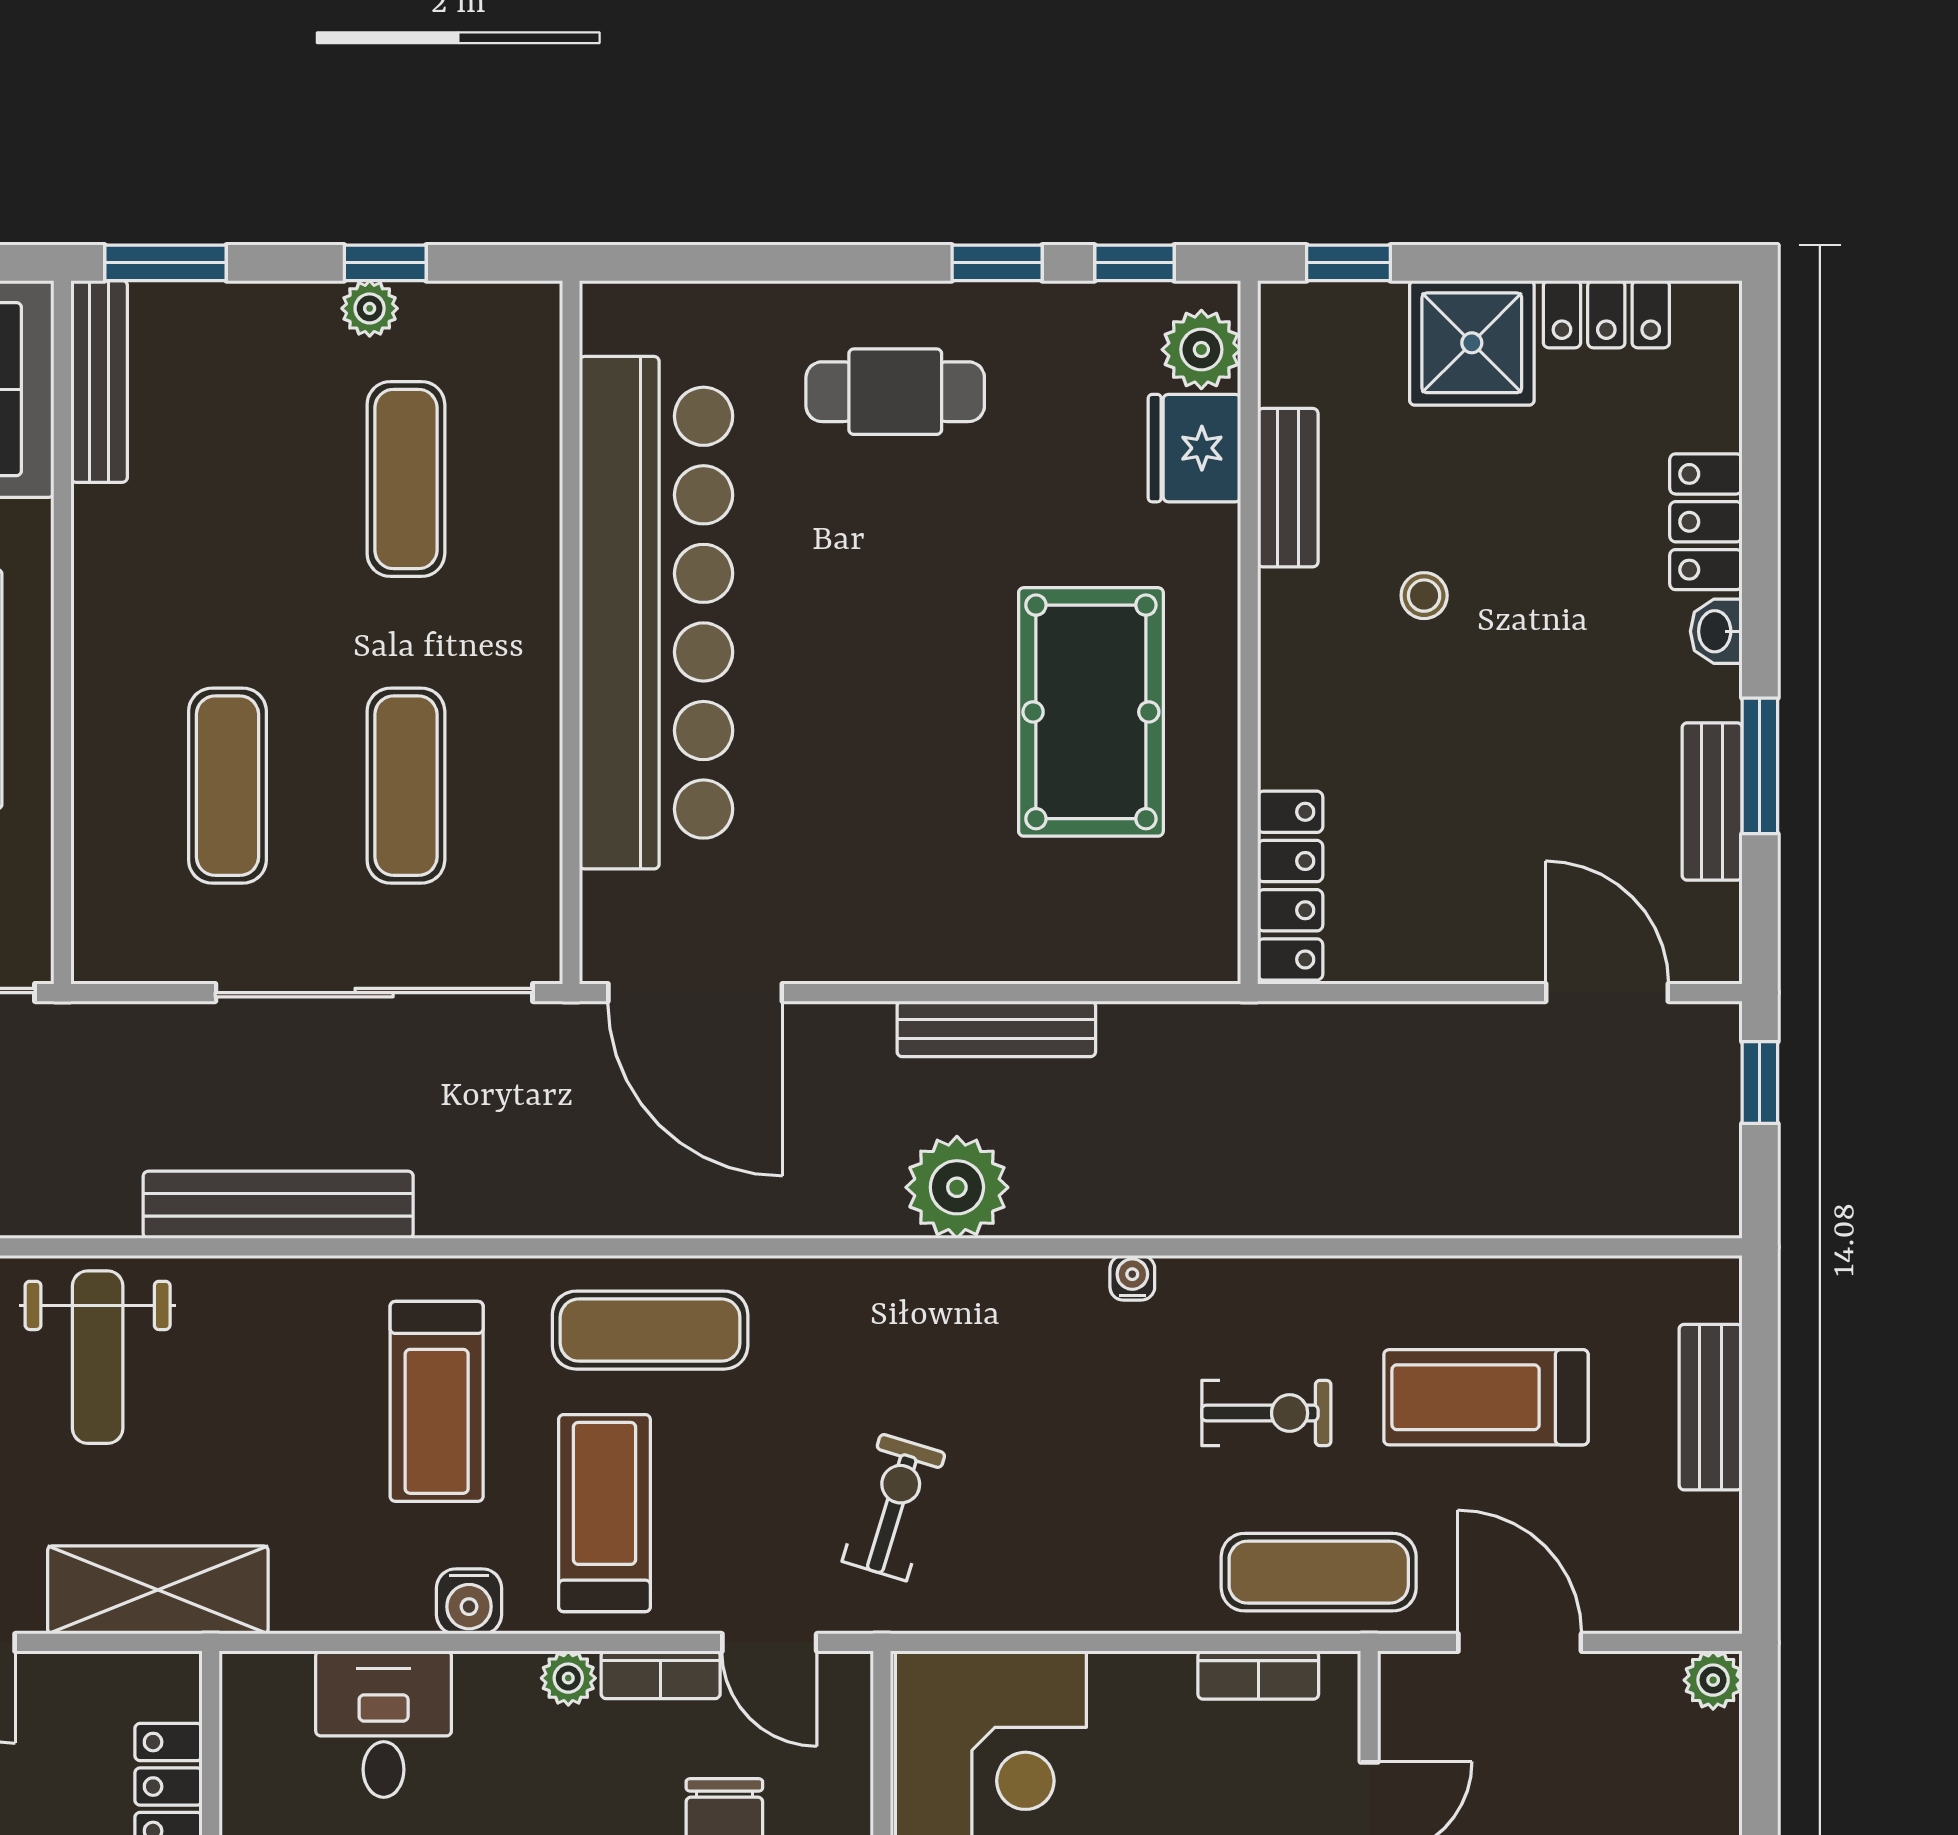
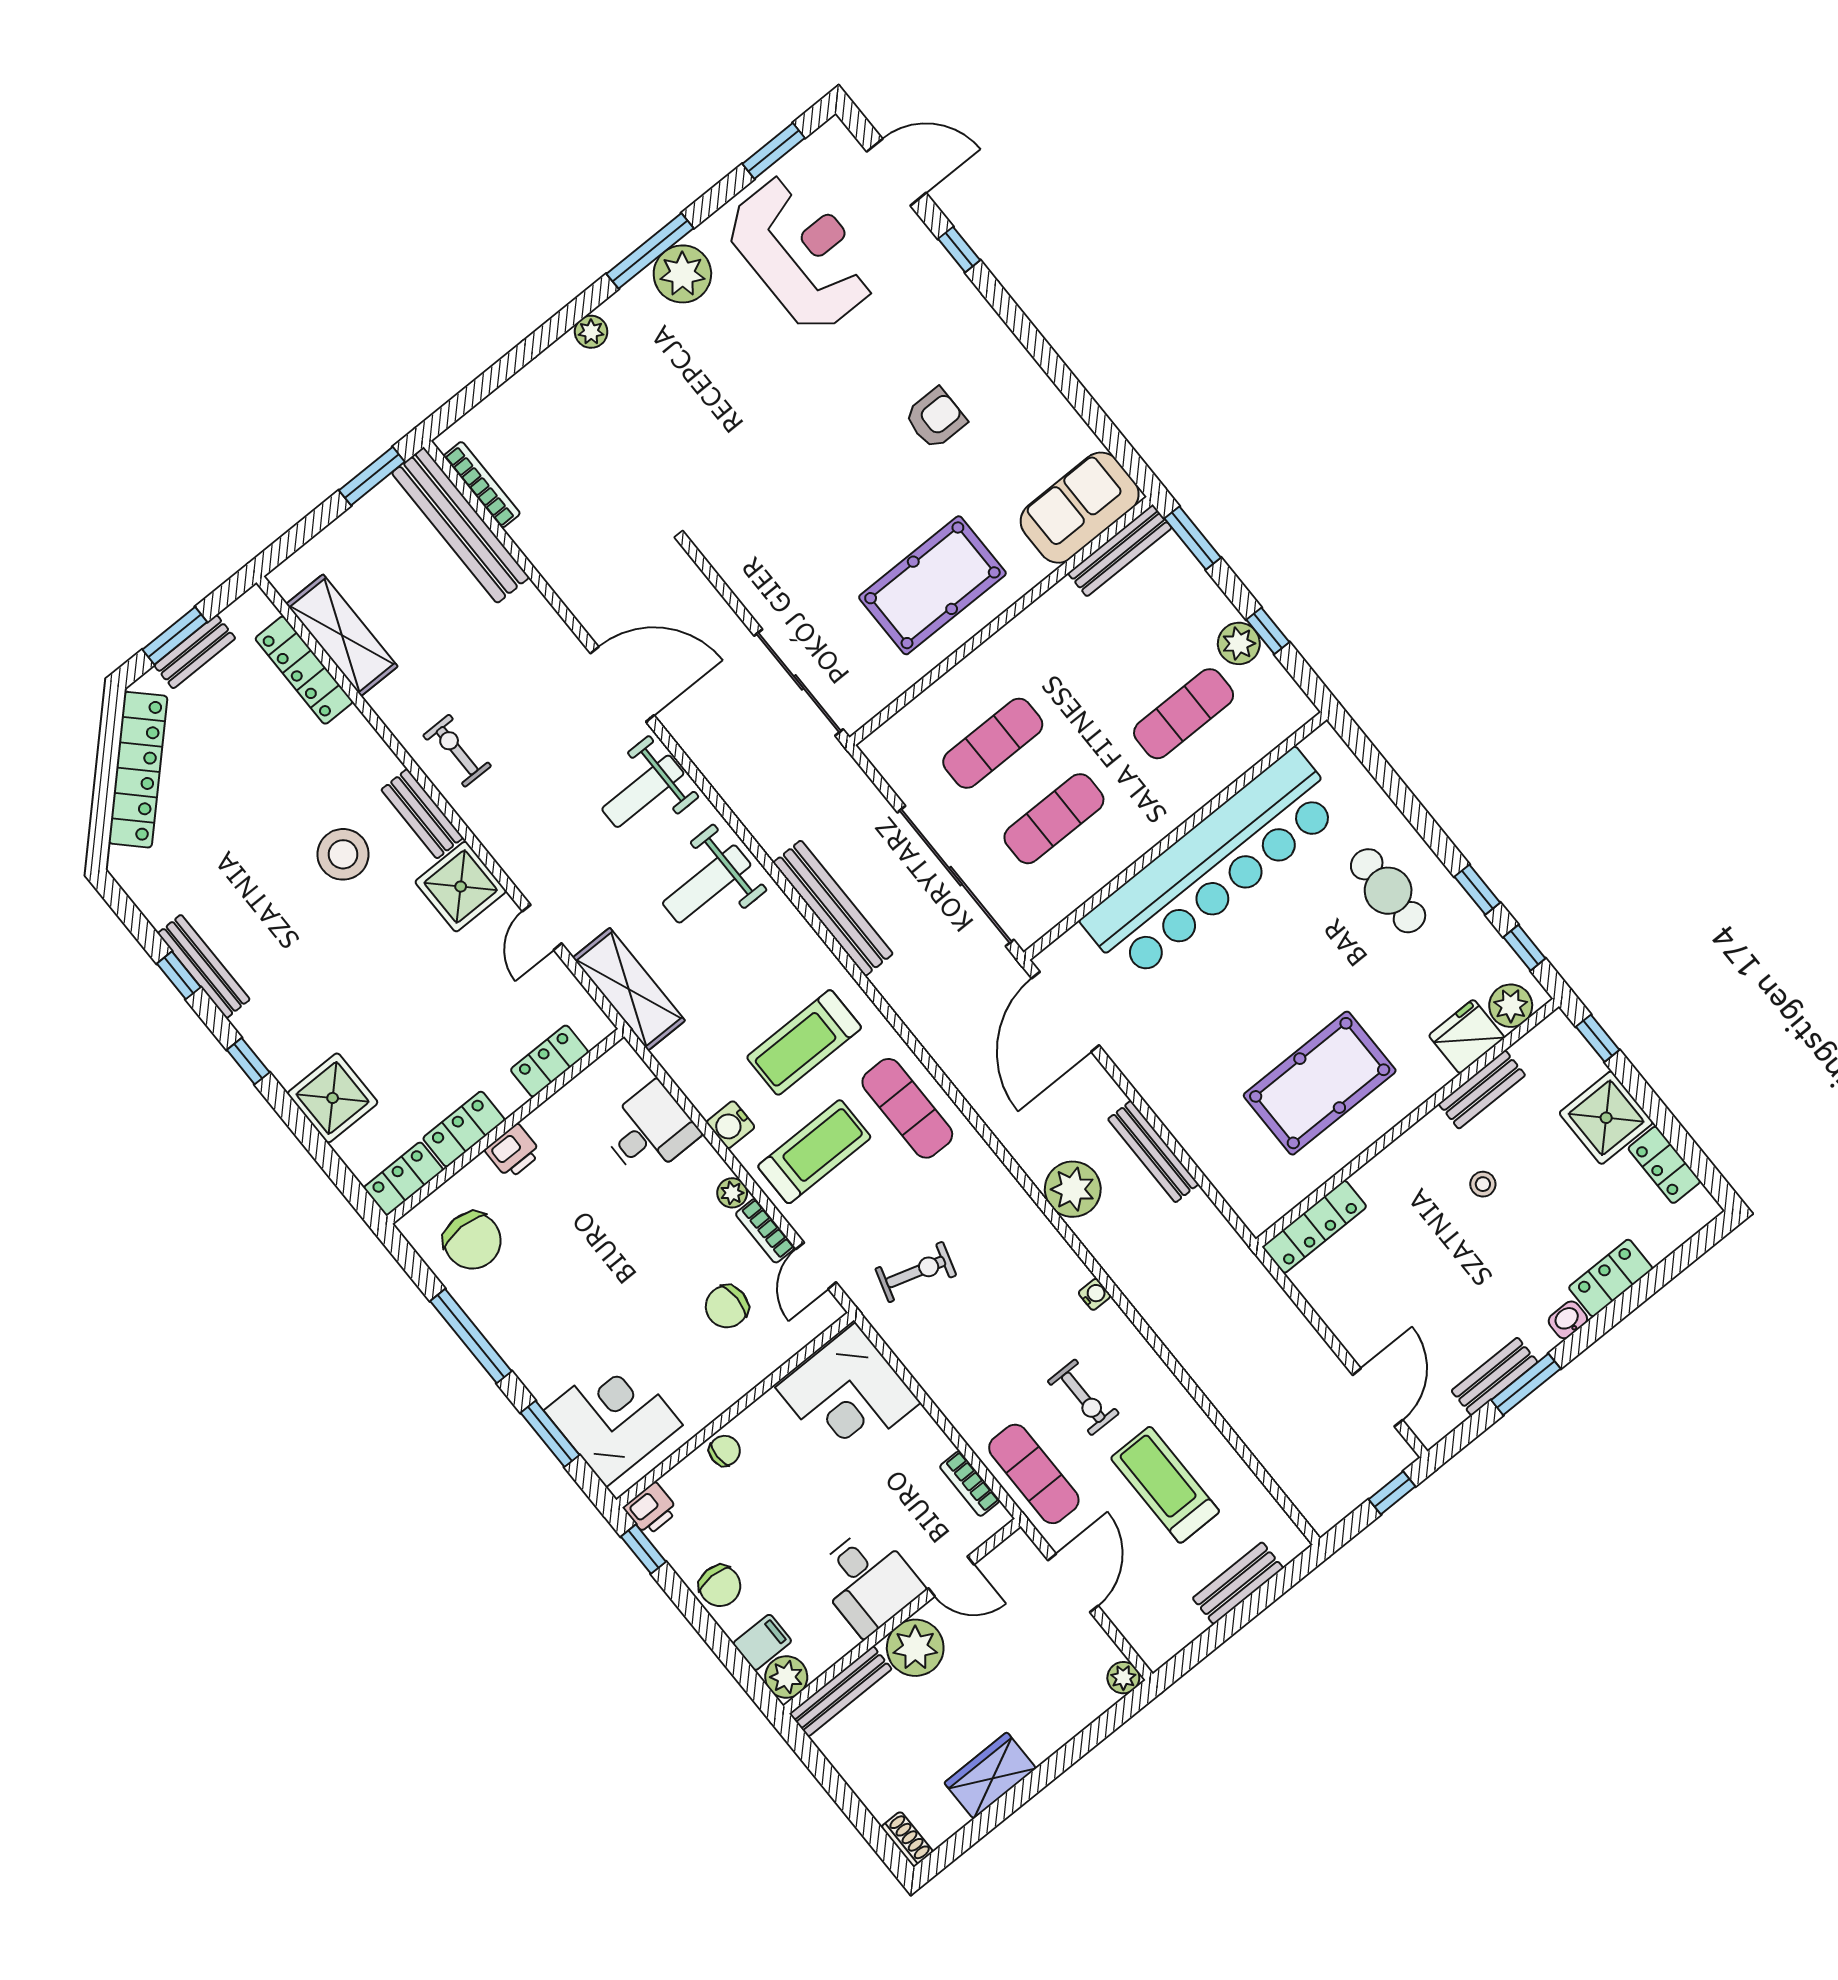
plant: (370, 308) -> (1239, 643), width x1.38, depth x1.38

